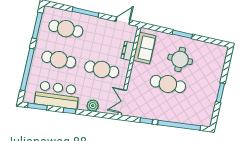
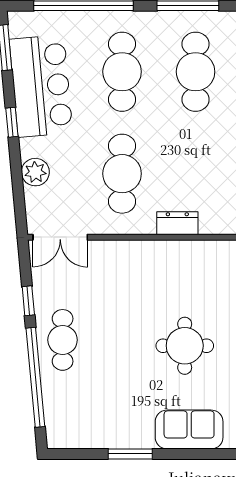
sofa: (144, 48) -> (189, 429), moved, turned 180
cafe table: (168, 84) -> (63, 340), moved, width x0.73, depth x0.74
double door: (123, 101) -> (60, 237), swing flipped

